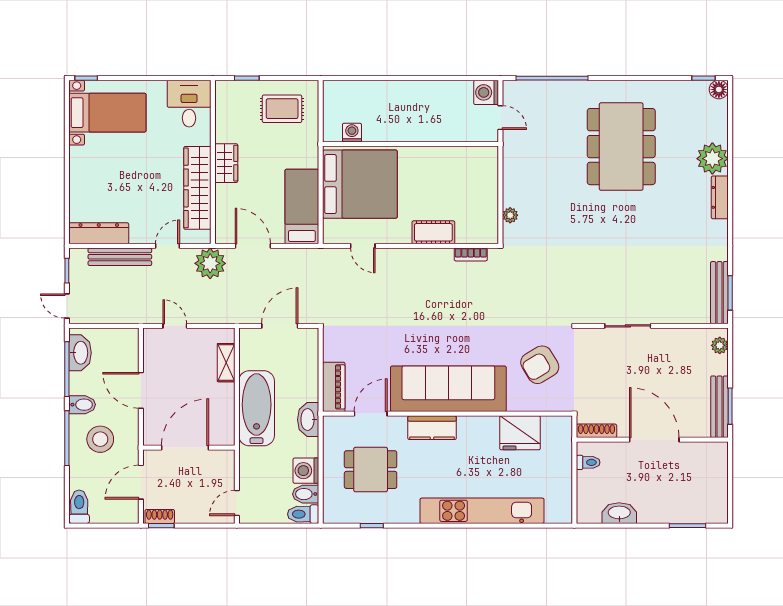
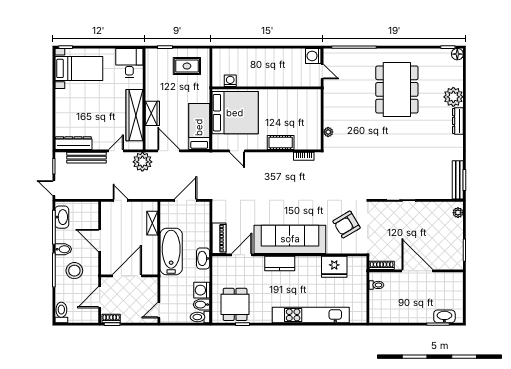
wardrobe: (226, 163) -> (152, 113), moved
bench: (720, 407) -> (458, 251), removed
dining table: (371, 470) -> (235, 304), moved, turned 90
washbasin: (619, 513) -> (444, 316), moved

